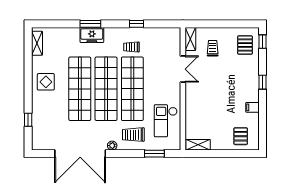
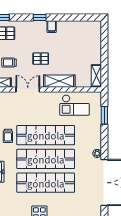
shelving: (192, 104) -> (59, 81), added
filing cabinet: (252, 107) -> (52, 27), moved
trolley: (133, 135) -> (87, 134), removed
pallet: (241, 136) -> (41, 59), moved

